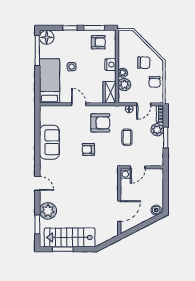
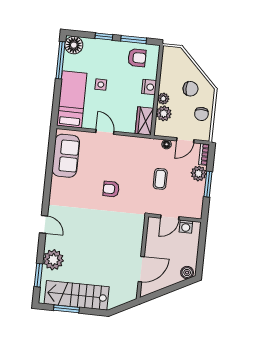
armchair: (100, 123) -> (129, 158), removed
sofa: (49, 142) -> (66, 156), moved
washing machine: (125, 173) -> (186, 227), moved

